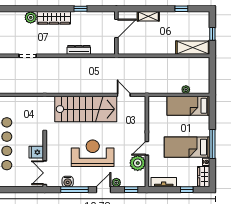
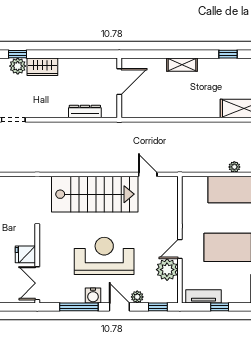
window: (81, 9) -> (17, 54), moved
wardrobe: (54, 18) -> (42, 67), width x0.67
door: (116, 28) -> (119, 82), moved
wall: (116, 33) -> (119, 88), moved
water cooler: (68, 182) -> (93, 295), moved
door: (103, 190) -> (119, 307), hinge flipped
window: (187, 190) -> (220, 307), moved

